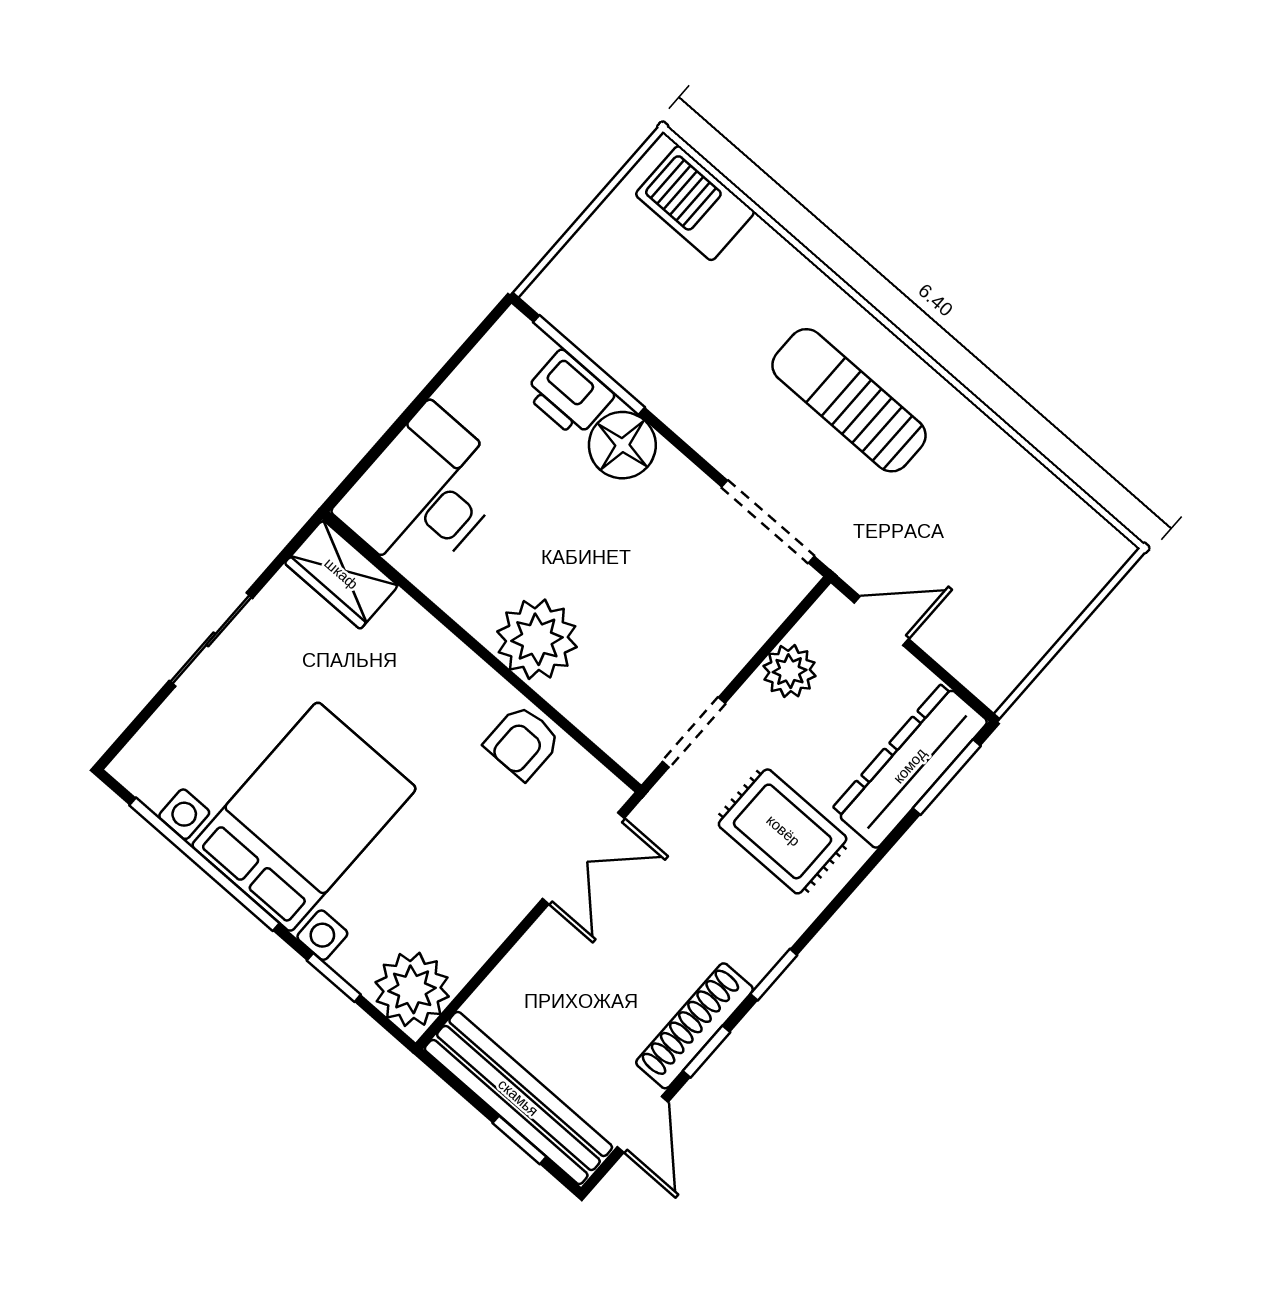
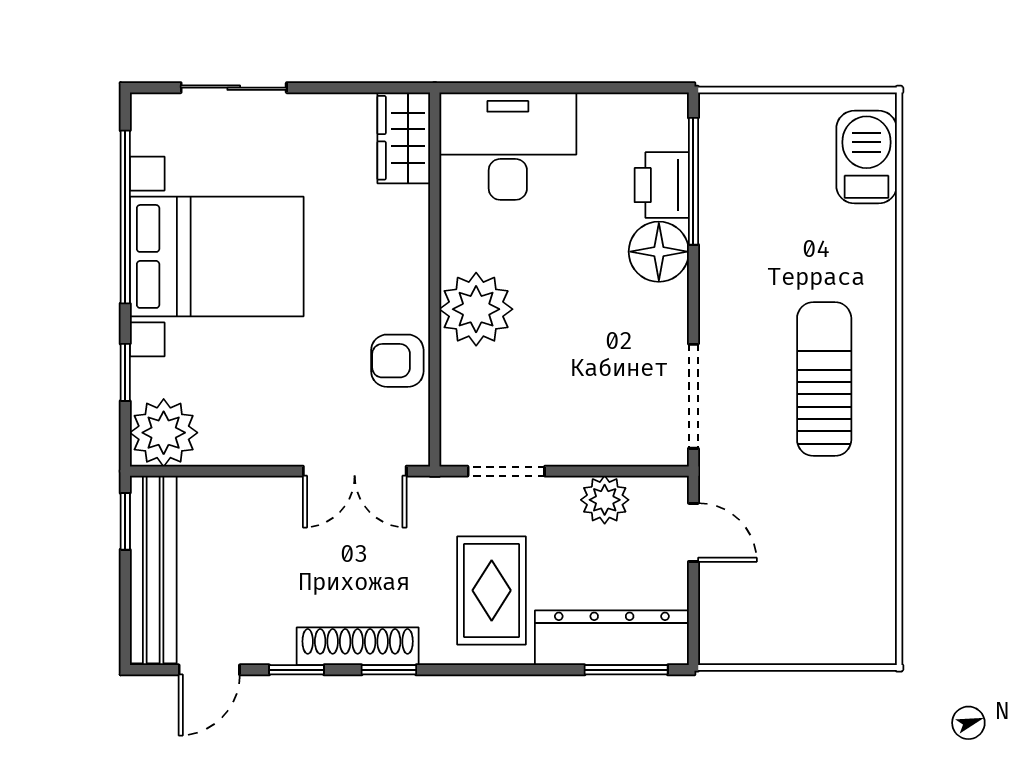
sliding door: (211, 639) -> (234, 88), moved
shoe rack: (694, 1026) -> (358, 646), moved
window: (519, 1140) -> (125, 521), moved

